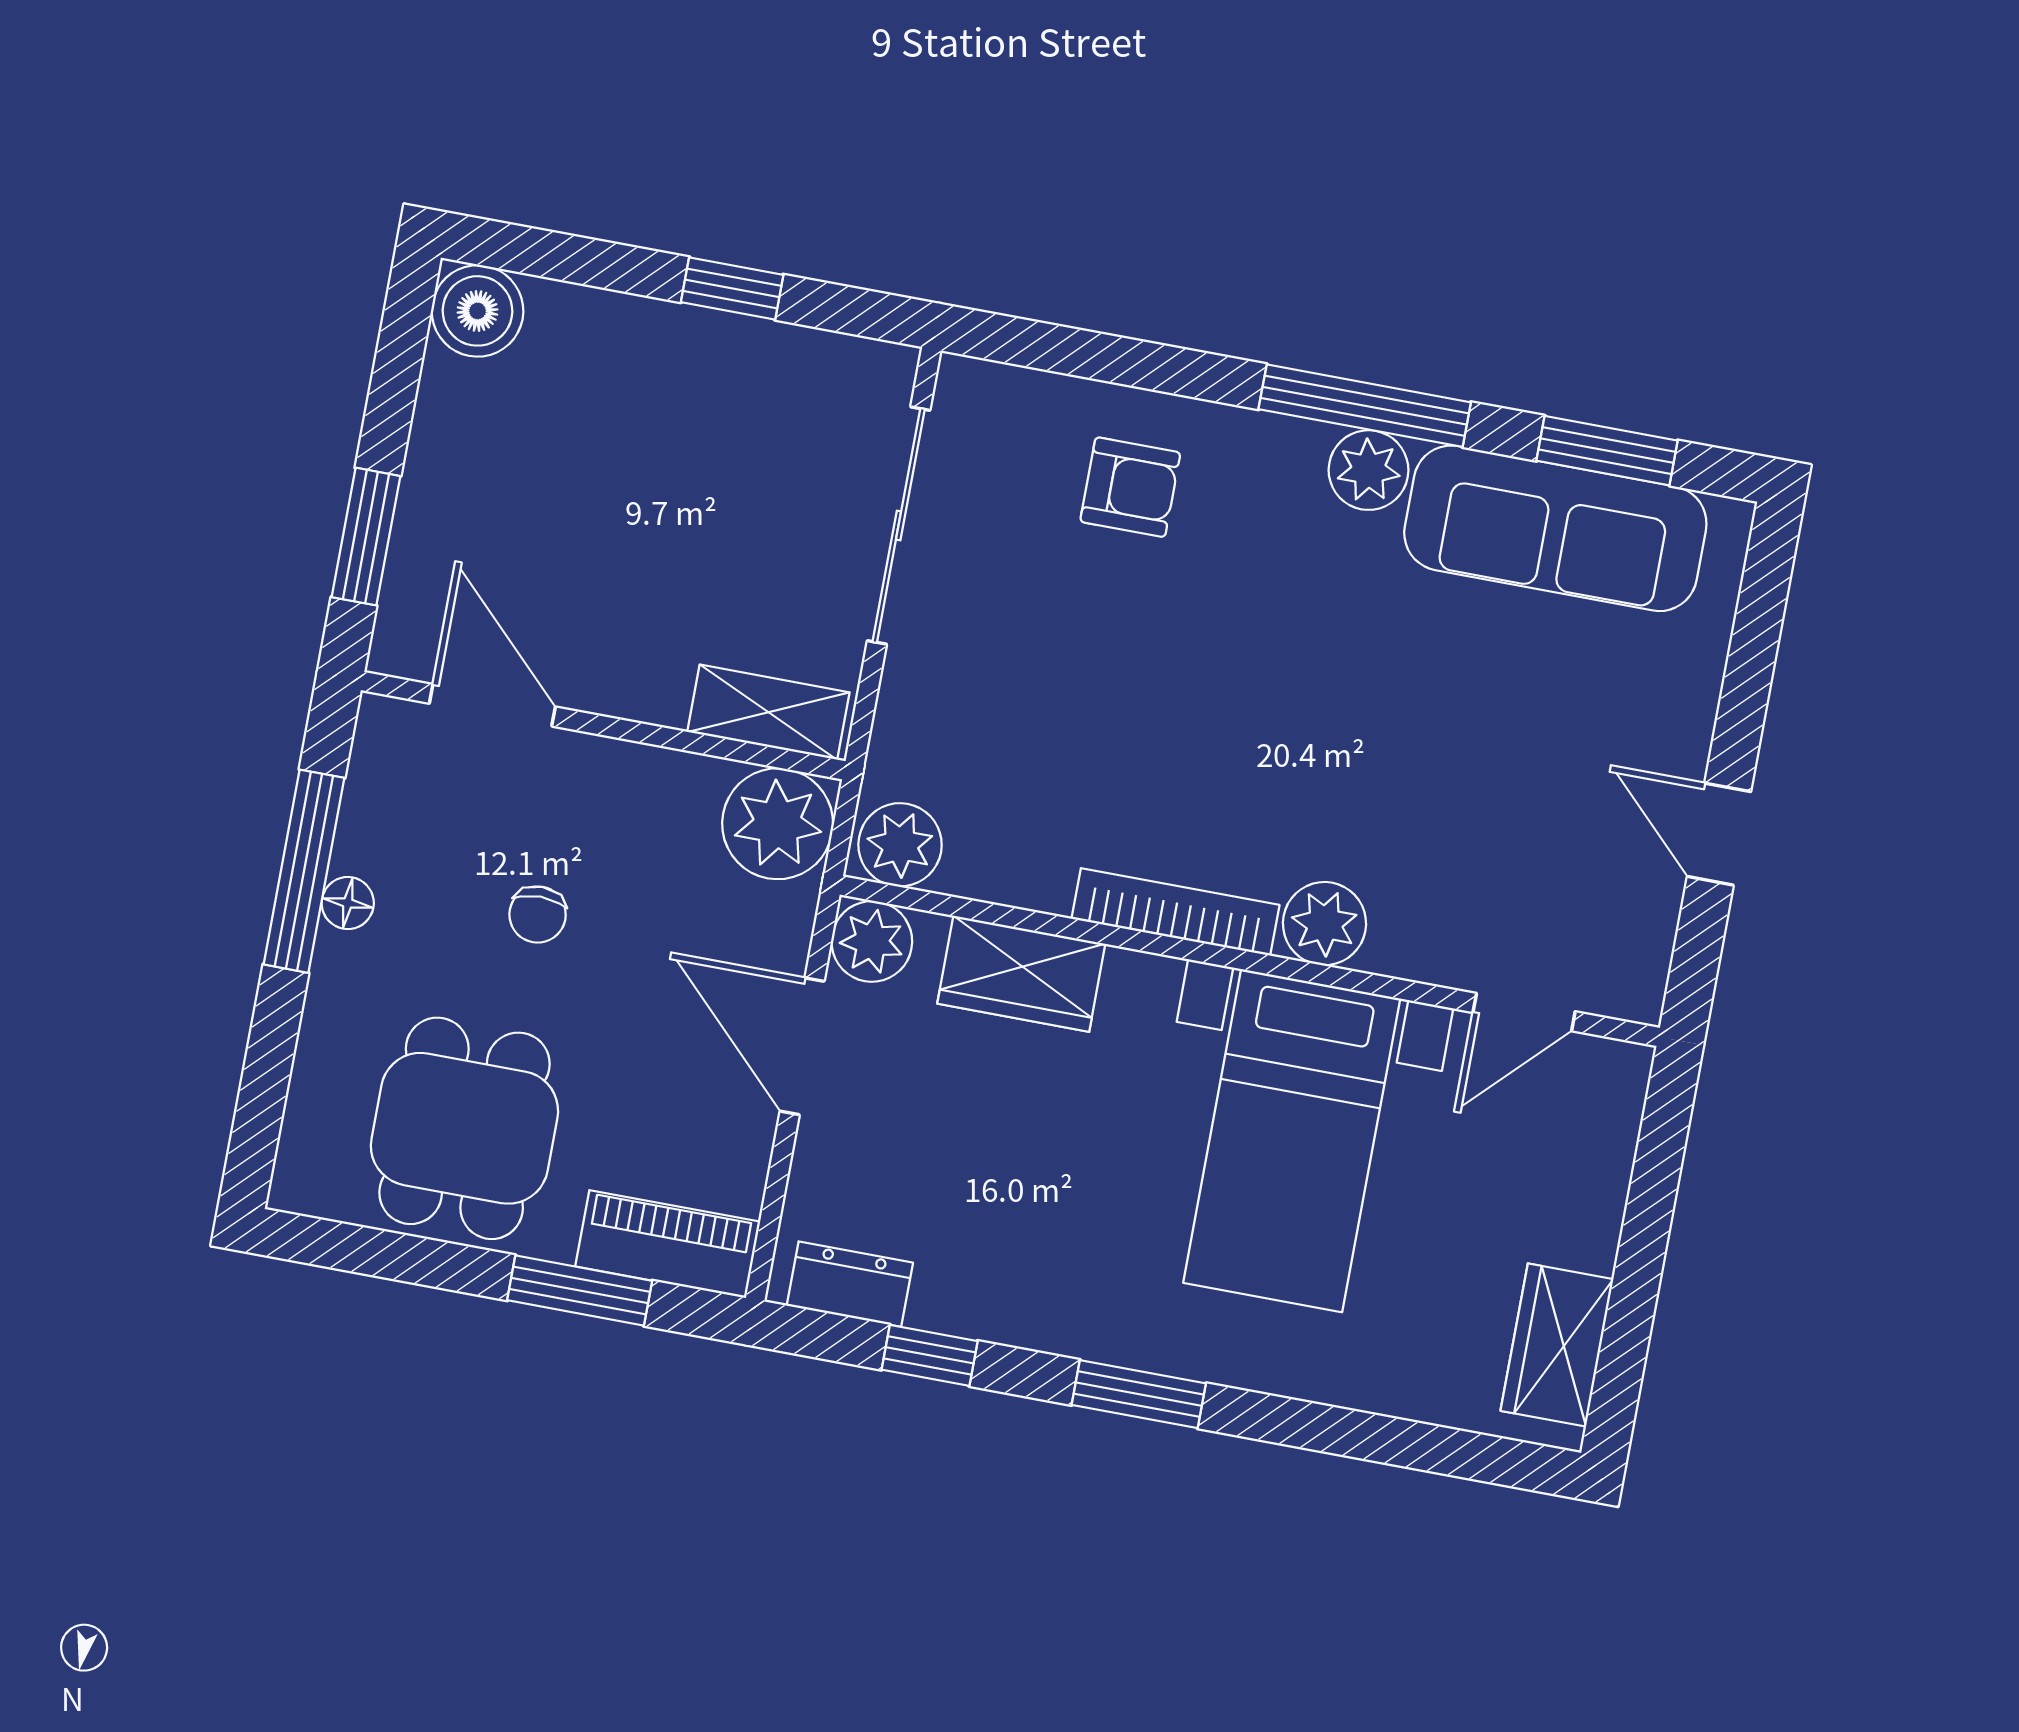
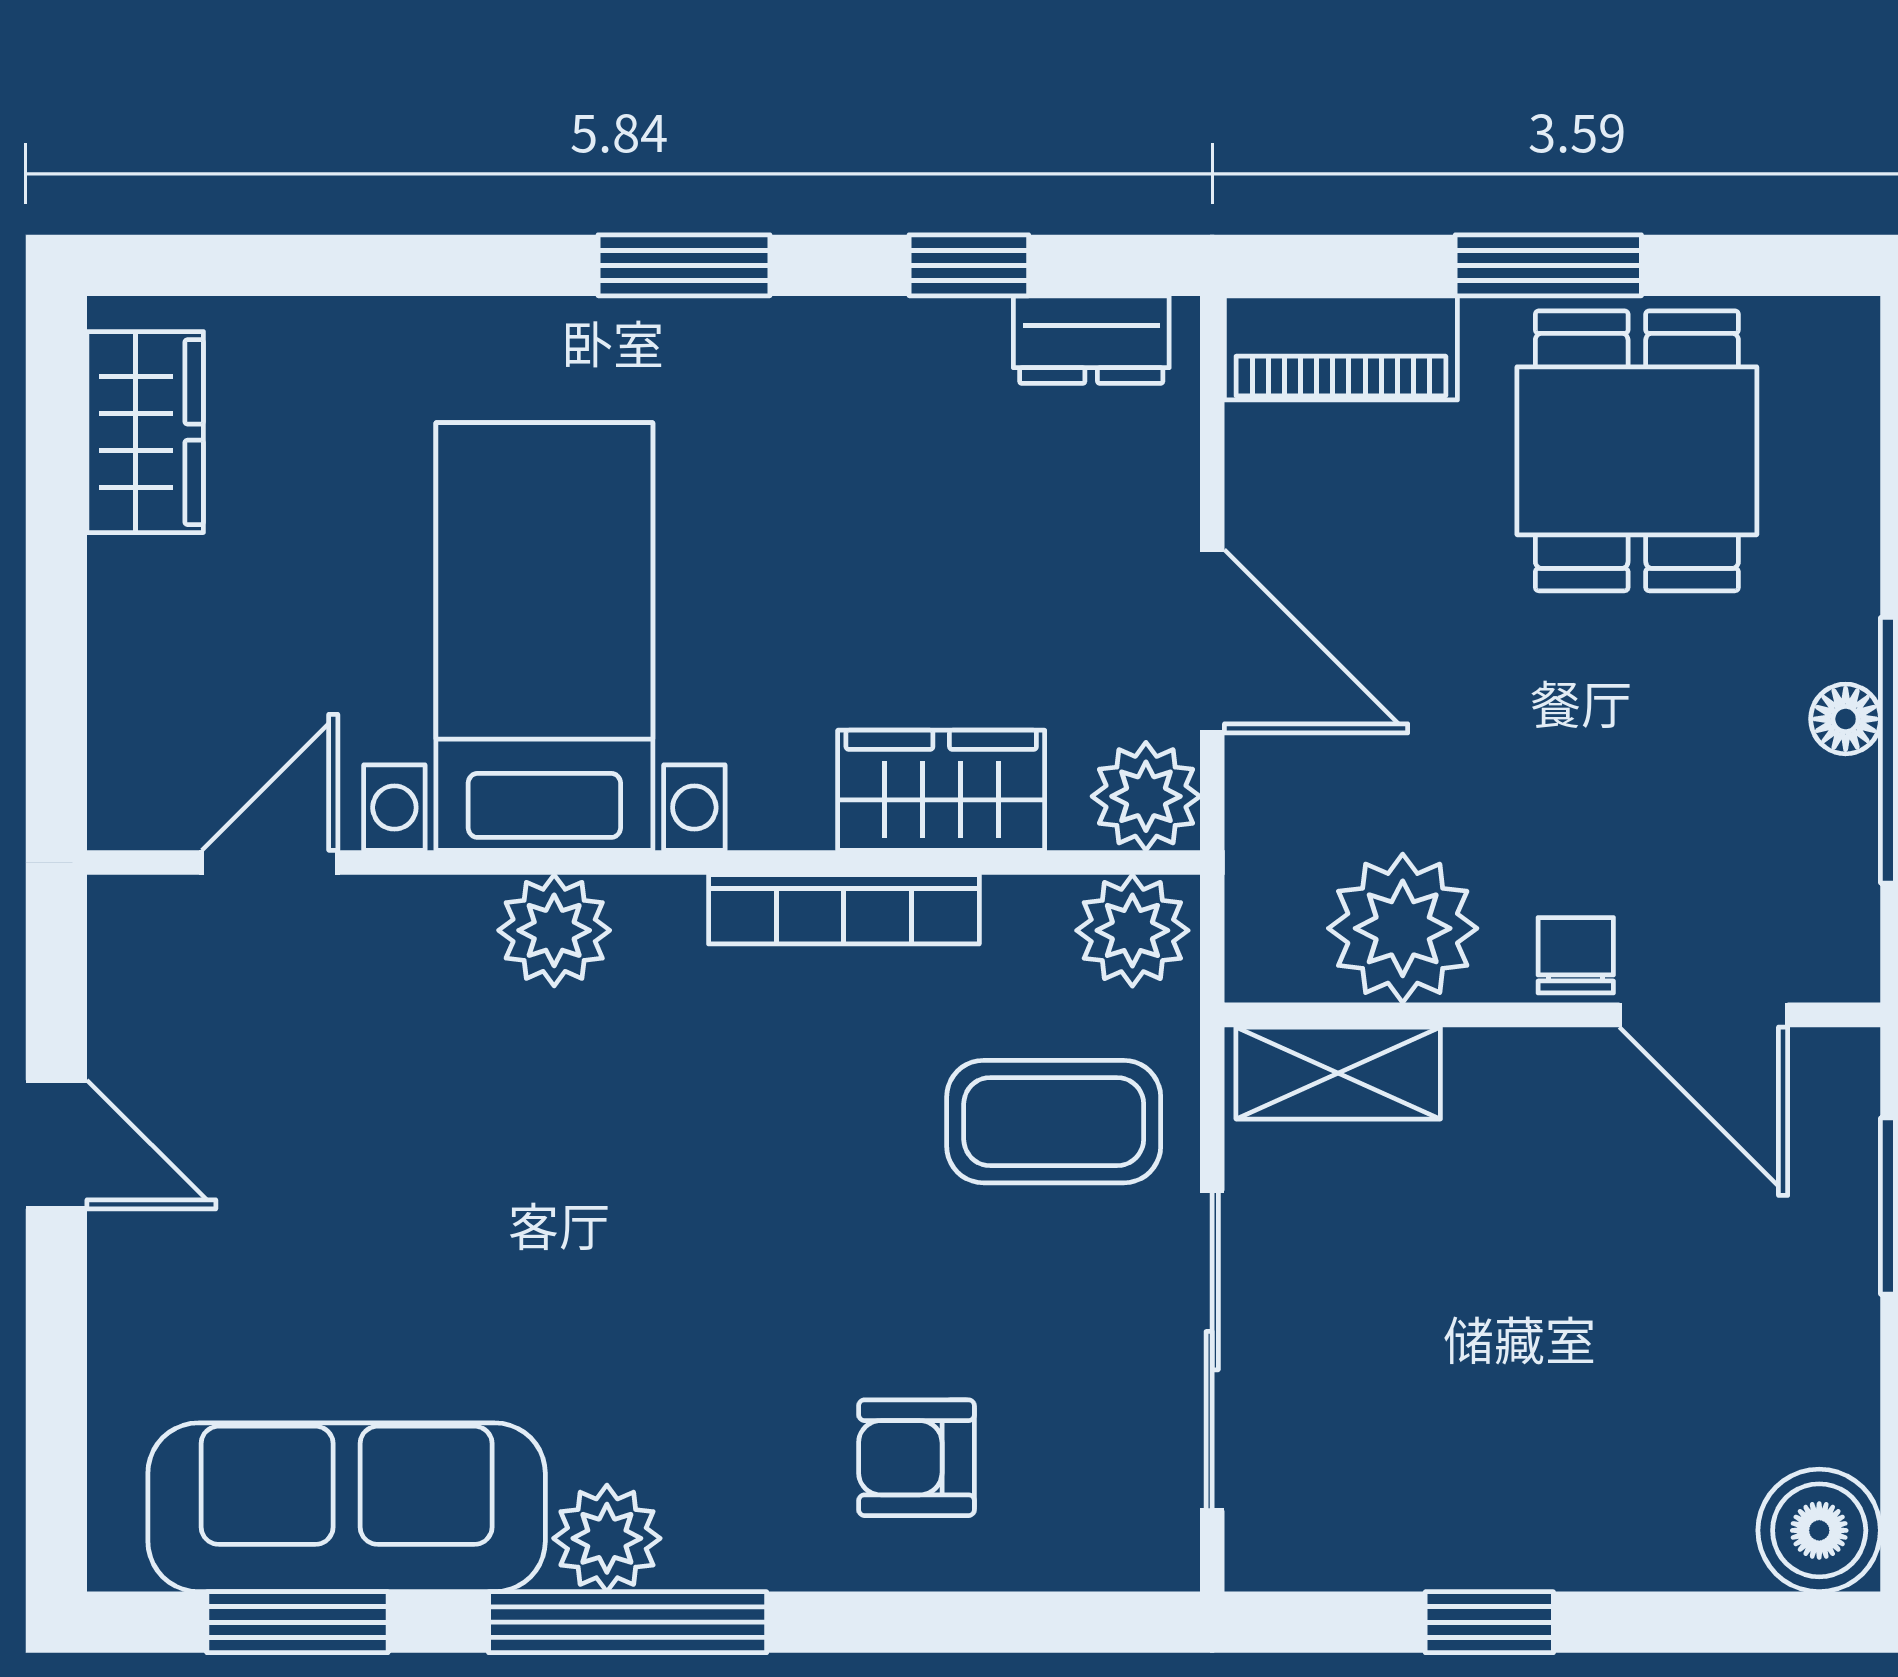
coffee table: (984, 715) -> (1054, 1122), added
plant: (778, 824) -> (1403, 928), moved
bookcase: (1175, 912) -> (844, 909), moved
chair: (538, 914) -> (1576, 955), moved
window: (580, 1290) -> (1548, 265), moved

